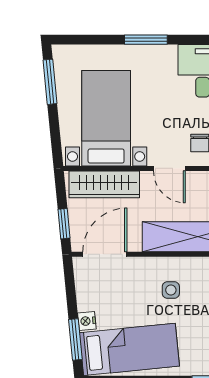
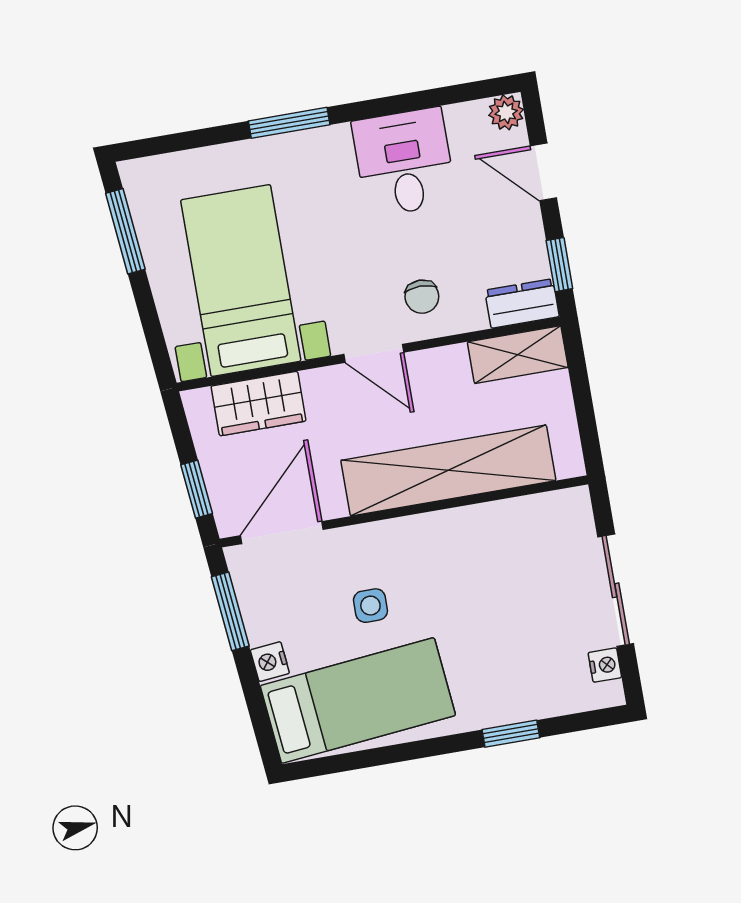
wardrobe: (104, 184) -> (259, 404), width x0.67
side table: (171, 290) -> (370, 606), moved
window: (75, 339) -> (230, 611), moved

